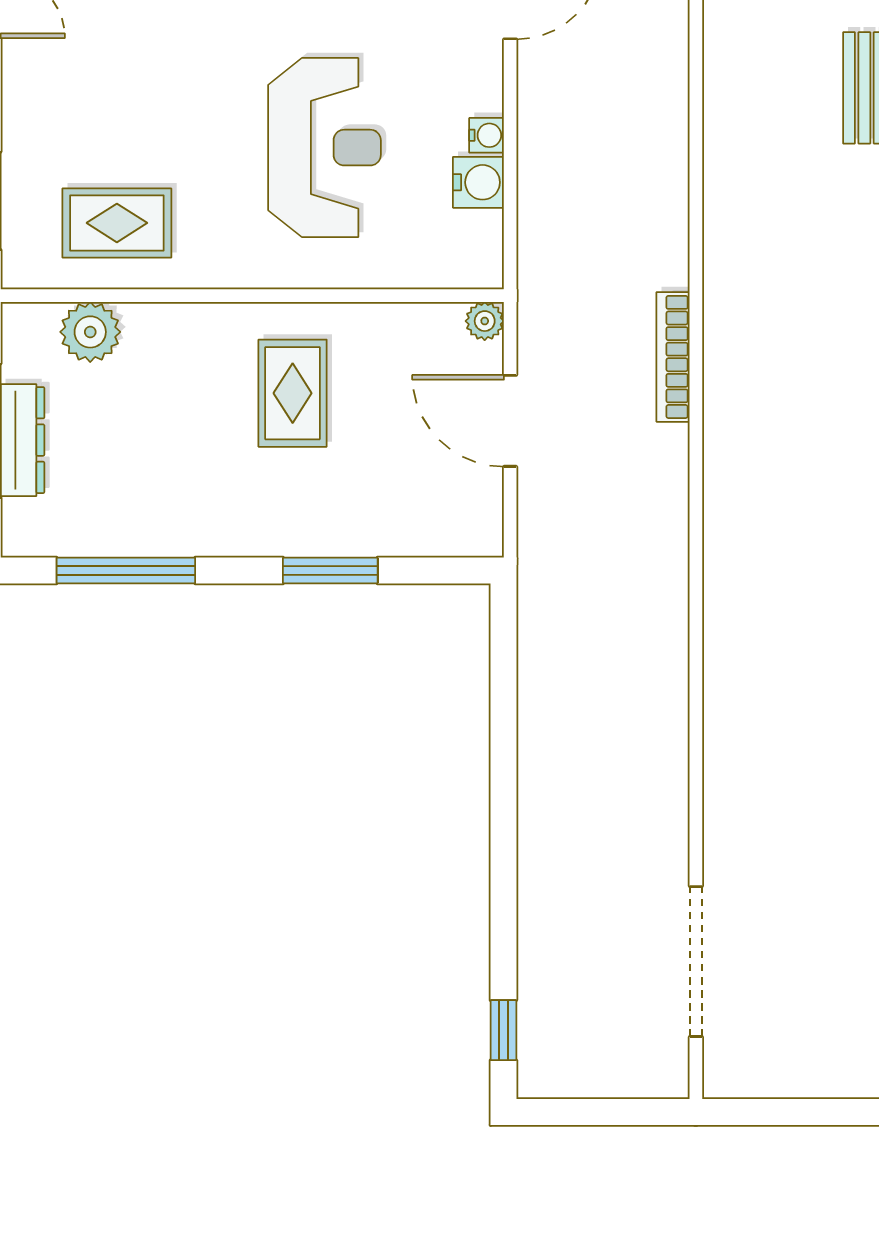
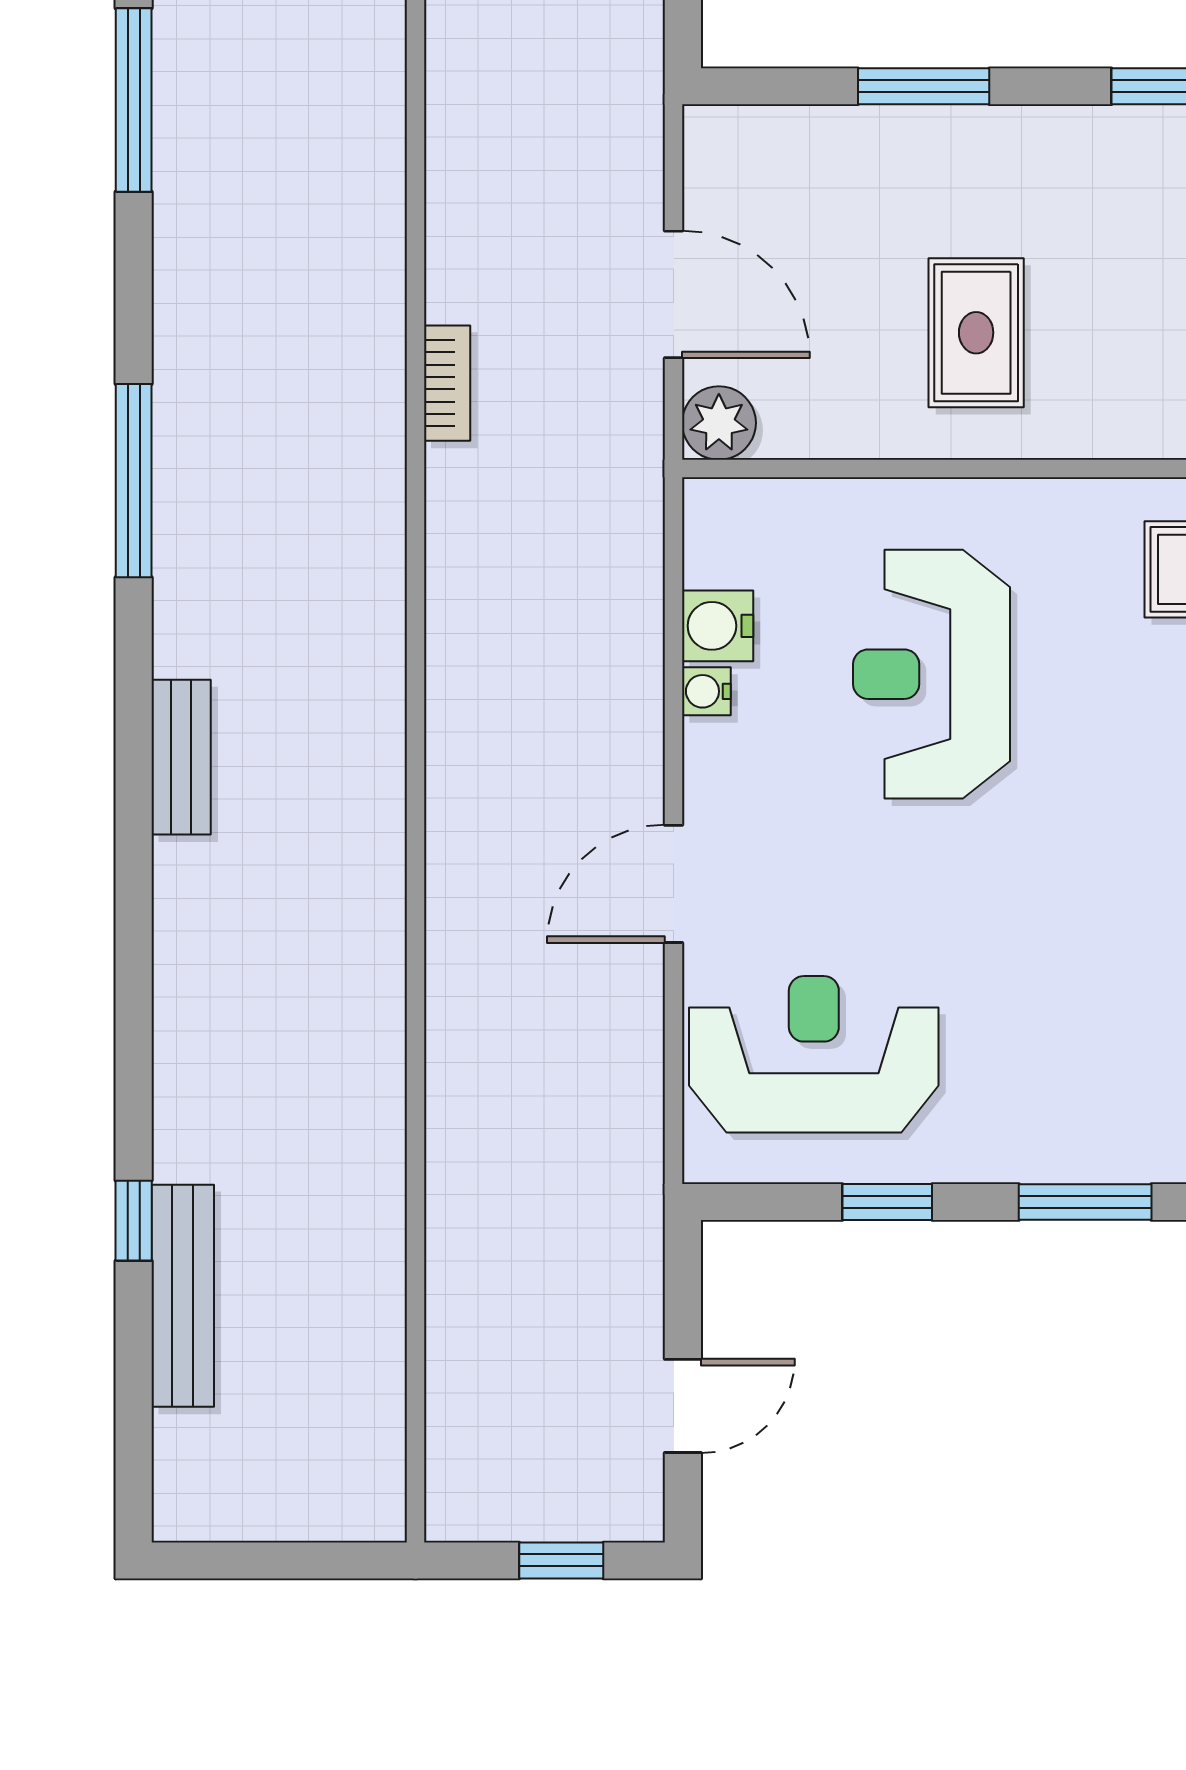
plant: (485, 321) -> (719, 423), width x1.38, depth x1.38
bookcase: (673, 357) -> (447, 383), width x0.64

